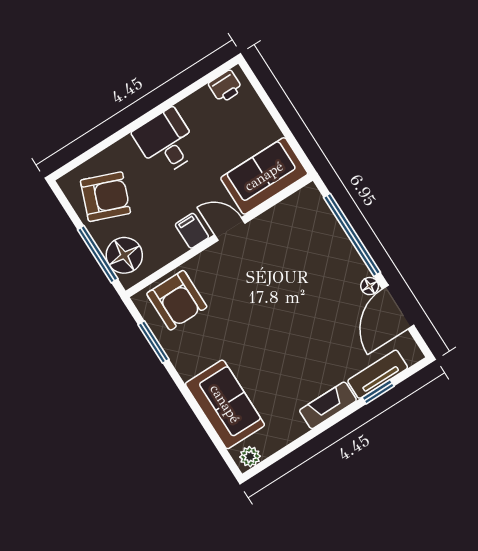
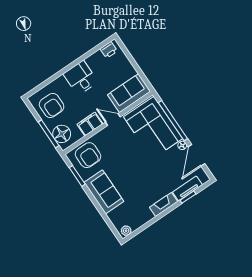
armchair: (105, 197) -> (52, 106), turned 69
filing cabinet: (192, 231) -> (90, 124), width x2.00
corner sofa: (311, 248) -> (153, 128), added
sofa: (225, 404) -> (104, 192), moved

